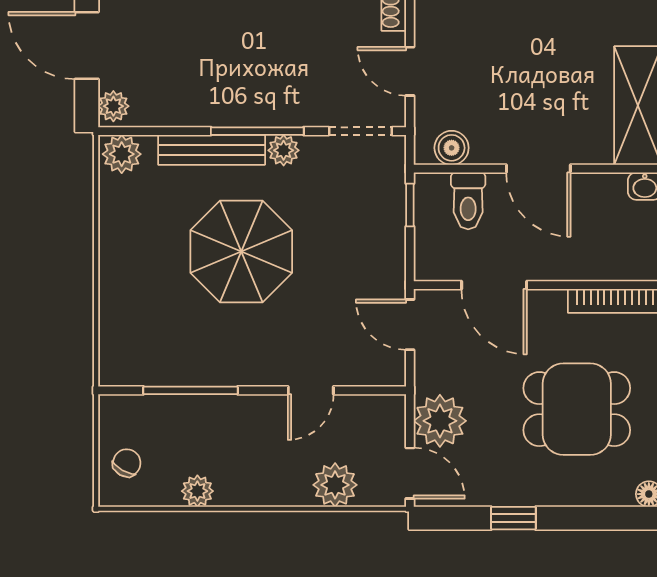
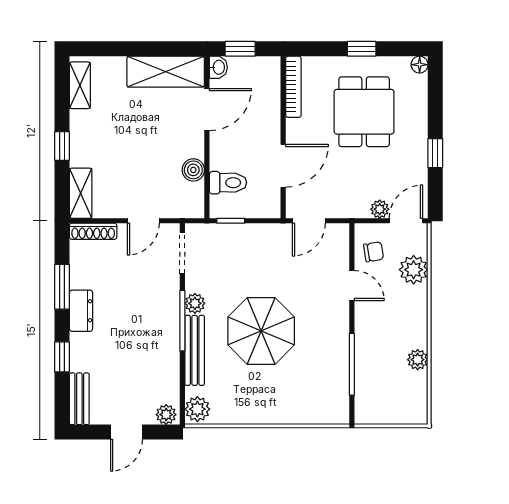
door: (87, 46) -> (126, 432), width x0.73
boiler: (452, 148) -> (193, 170), moved
door: (538, 169) -> (207, 110), moved
plant: (440, 421) -> (380, 209), width x0.53, depth x0.53
chair: (127, 463) -> (374, 252), moved, turned 141

